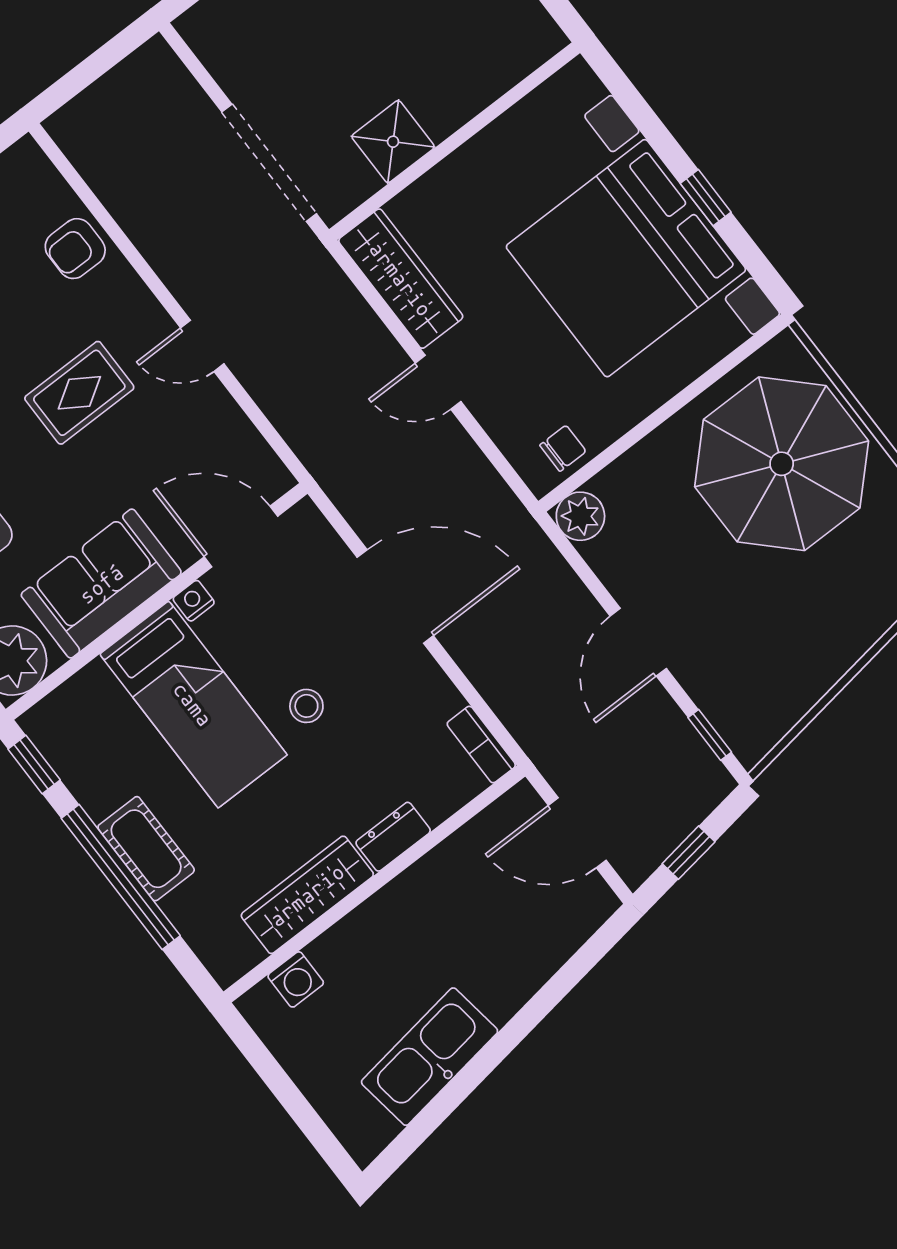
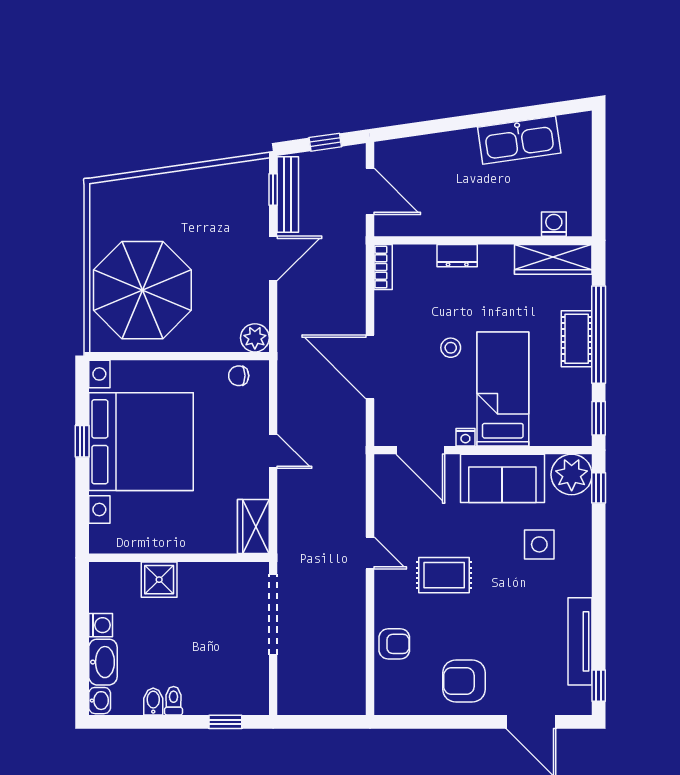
shower: (393, 142) -> (159, 580), moved
wardrobe: (401, 279) -> (253, 527), width x0.67
bench: (685, 743) -> (288, 195), added
wardrobe: (307, 895) -> (553, 259), moved

